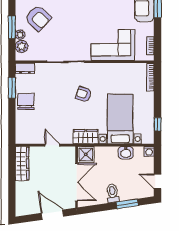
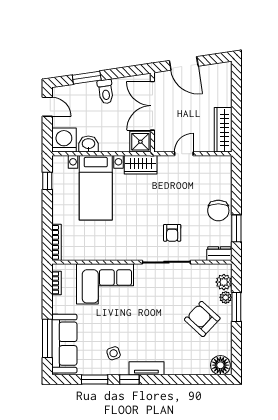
armchair: (84, 94) -> (172, 233), moved, turned 72
door: (52, 145) -> (184, 154), swing flipped
washing machine: (149, 151) -> (64, 140), width x1.89, depth x1.89

